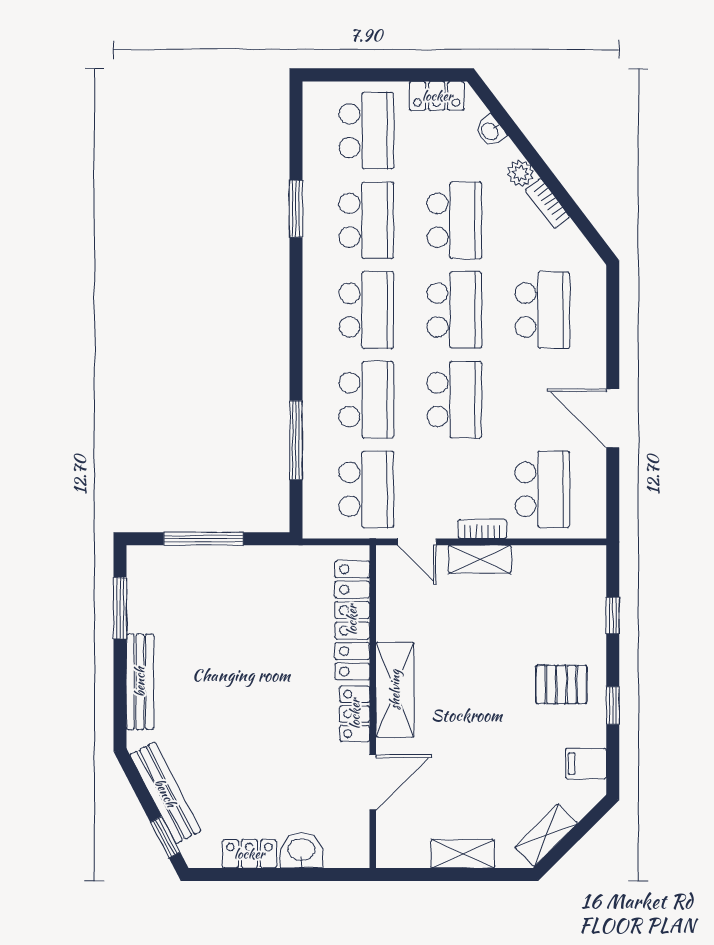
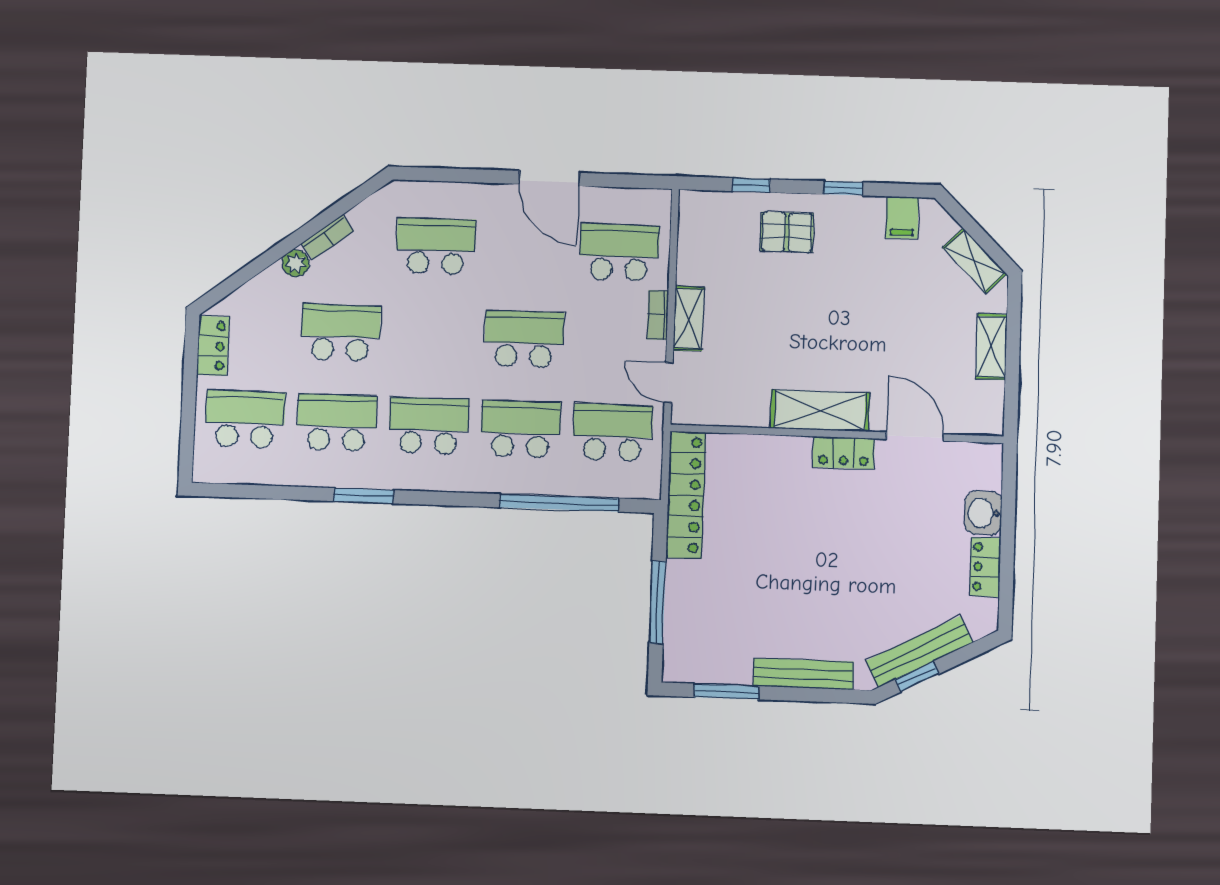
washbasin: (490, 131) -> (251, 293), removed
window: (296, 209) -> (364, 496), moved
school desk: (454, 310) -> (432, 336), removed
door: (613, 418) -> (549, 178), hinge flipped
window: (296, 440) -> (559, 503), width x1.46
door: (417, 542) -> (669, 383), swing flipped
locker: (352, 620) -> (686, 495), moved, turned -90
pallet: (561, 684) -> (787, 232), moved, turned 90
window: (165, 837) -> (917, 677), moved

